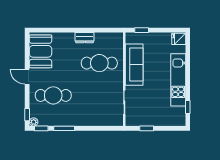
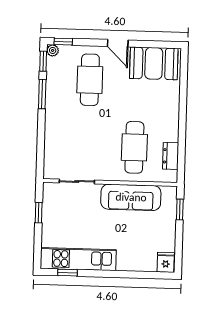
dresser: (85, 38) -> (171, 156), moved
door: (27, 77) -> (118, 43), swing flipped
kitchen unit: (178, 80) -> (78, 259), moved

